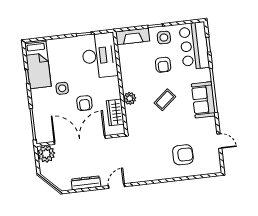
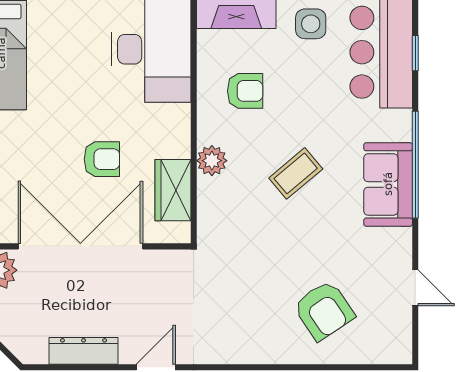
armchair: (163, 65) -> (245, 91), moved, turned -90
side table: (62, 88) -> (53, 117), removed
armchair: (84, 103) -> (102, 159), turned -90
armchair: (183, 155) -> (324, 310), turned 56

